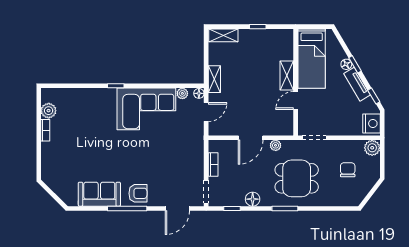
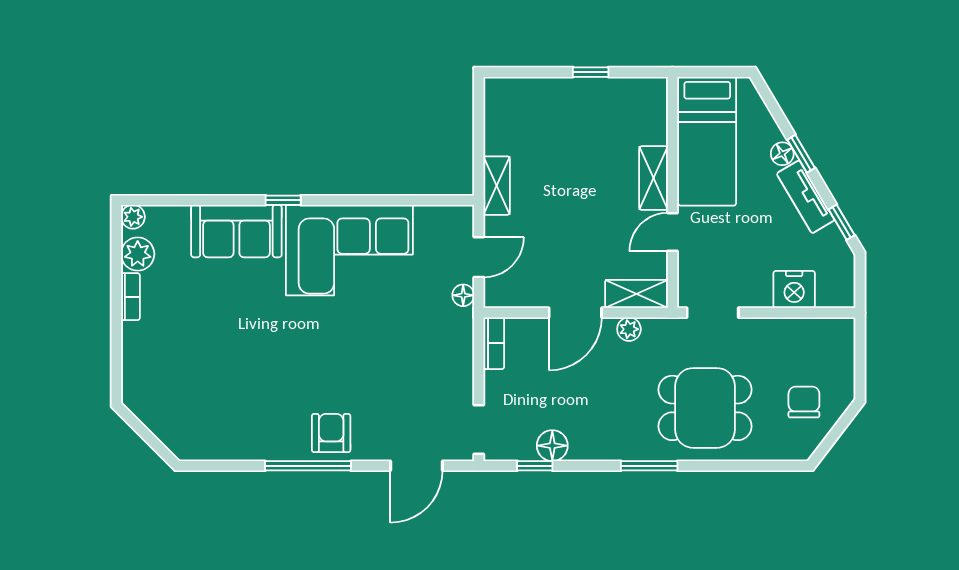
shelving: (223, 35) -> (636, 294), moved
plant: (182, 93) -> (133, 217), moved
floor lamp: (199, 93) -> (463, 295), moved
nightstand: (371, 123) -> (794, 289), moved, turned 90
plant: (372, 148) -> (838, 334), removed
bookcase: (213, 164) -> (494, 343), moved
chair: (348, 170) -> (804, 402), moved
dining table: (297, 178) -> (705, 408), moved
armchair: (138, 193) -> (331, 433), turned -90
sofa: (99, 194) -> (236, 231), moved, turned 180
floor lamp: (253, 199) -> (552, 446), moved

